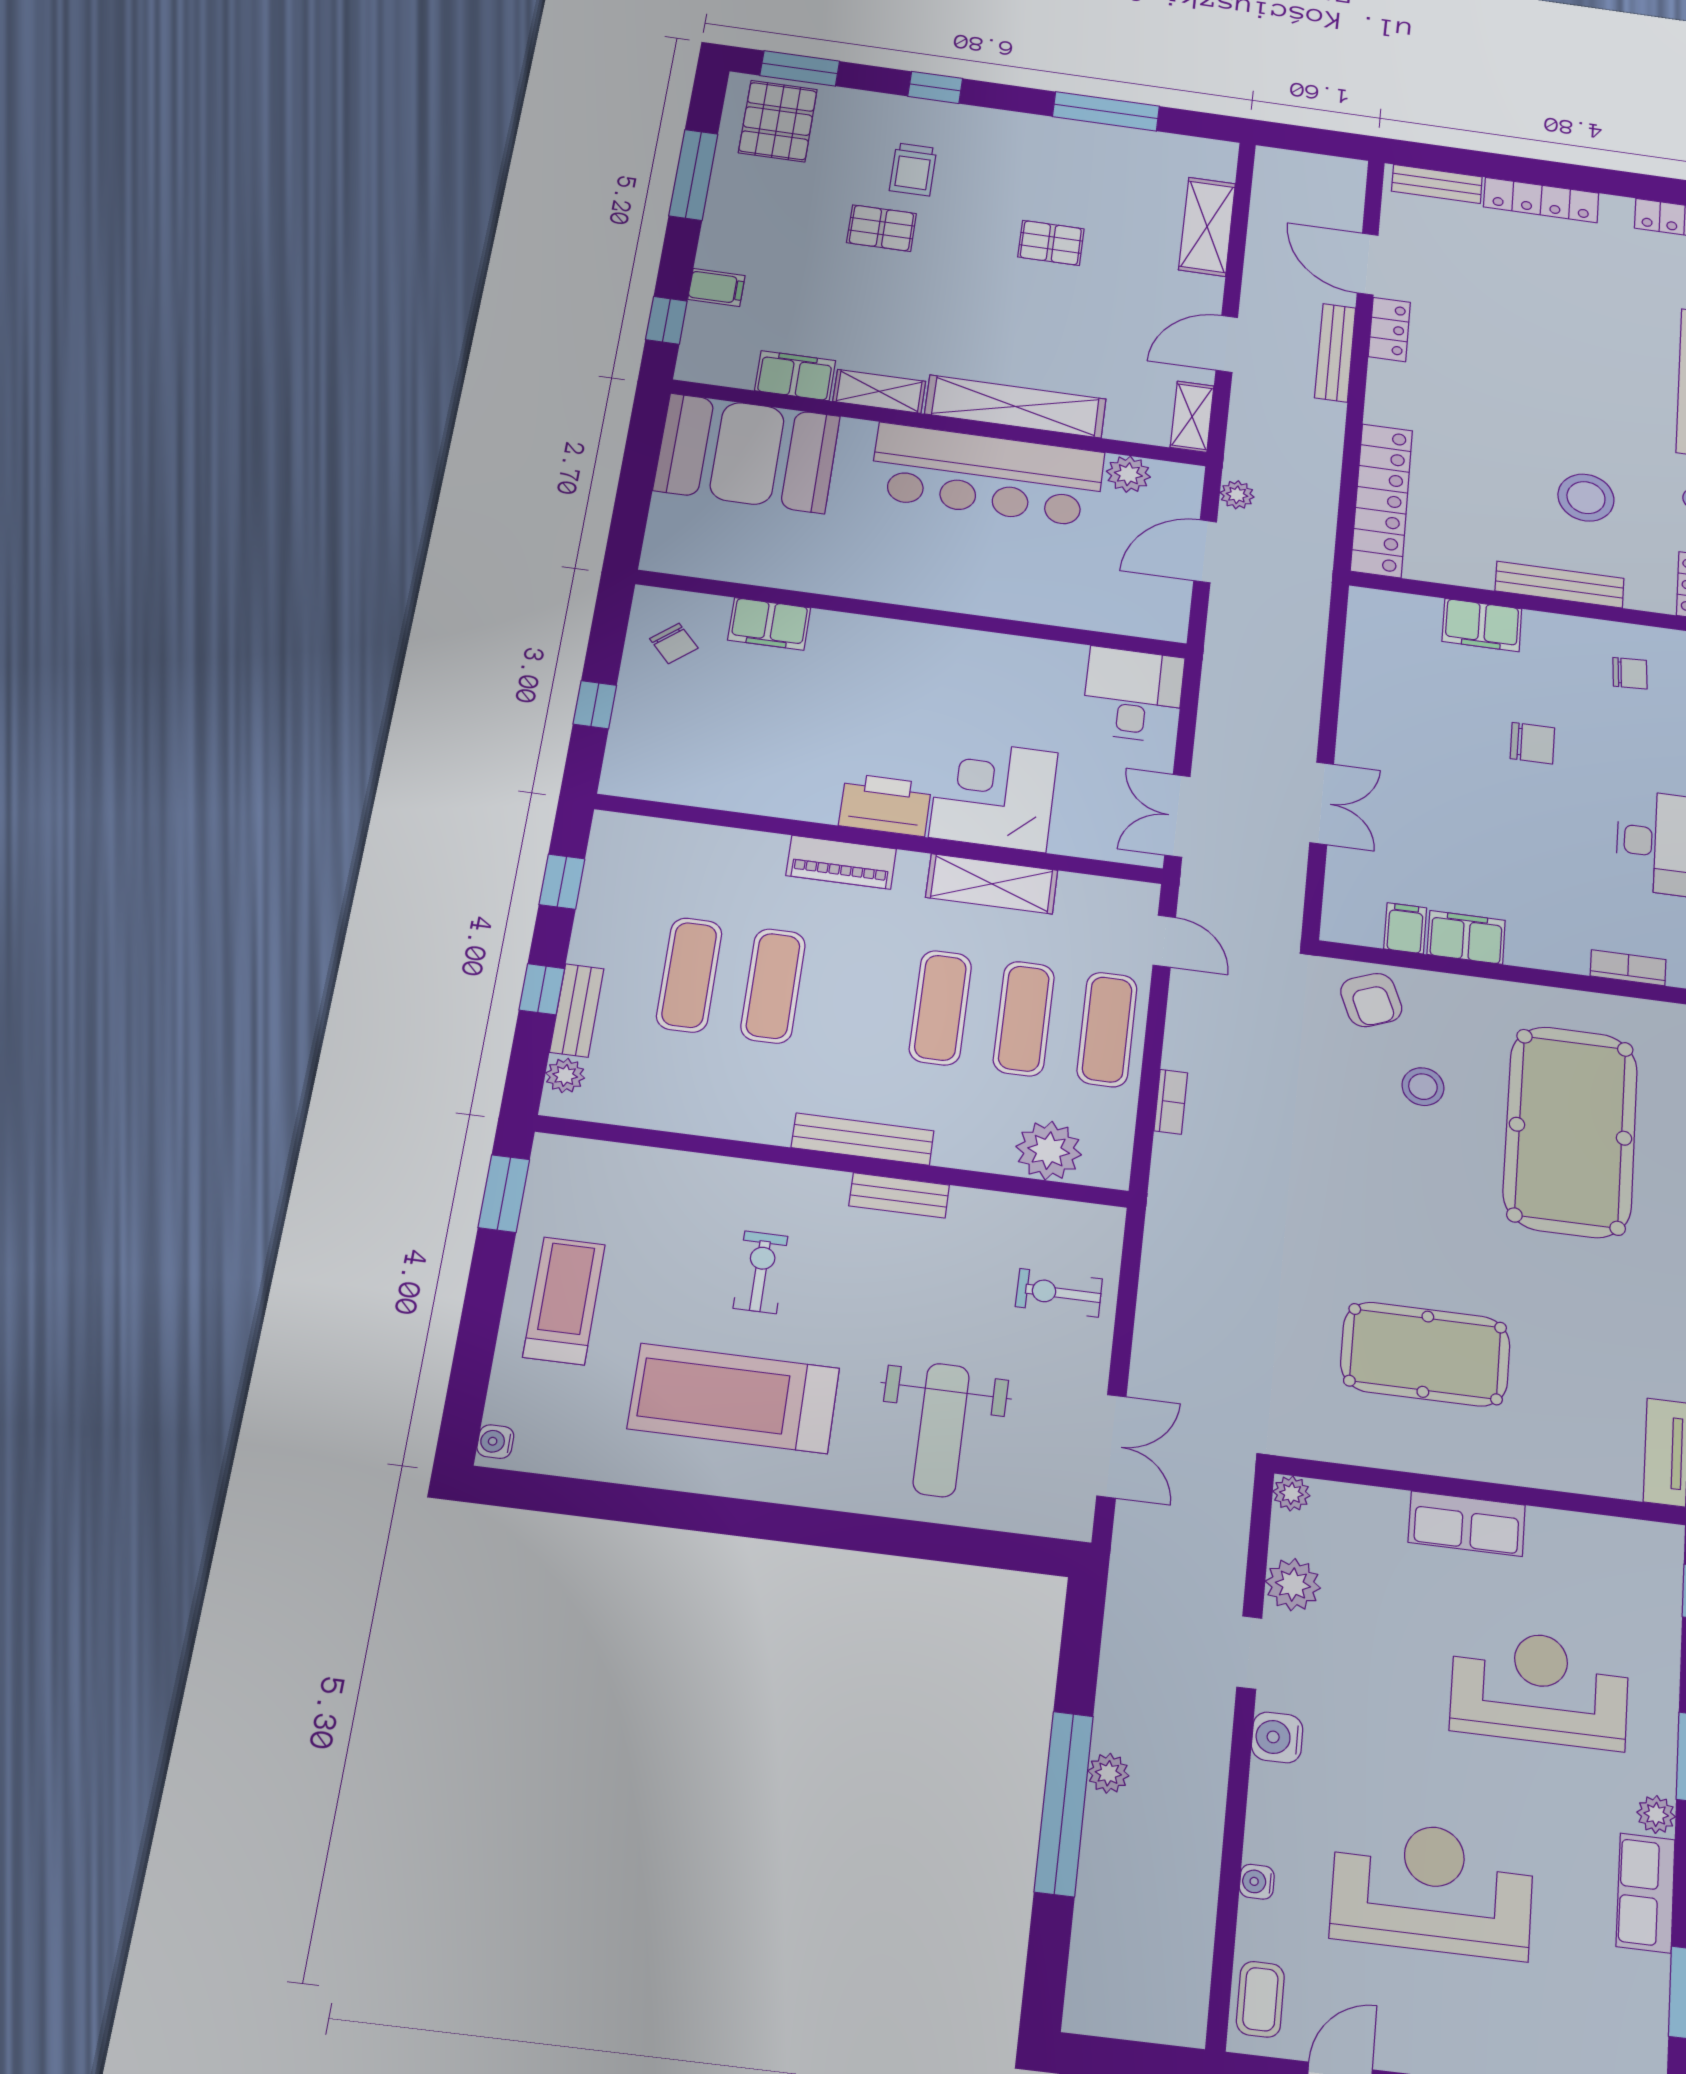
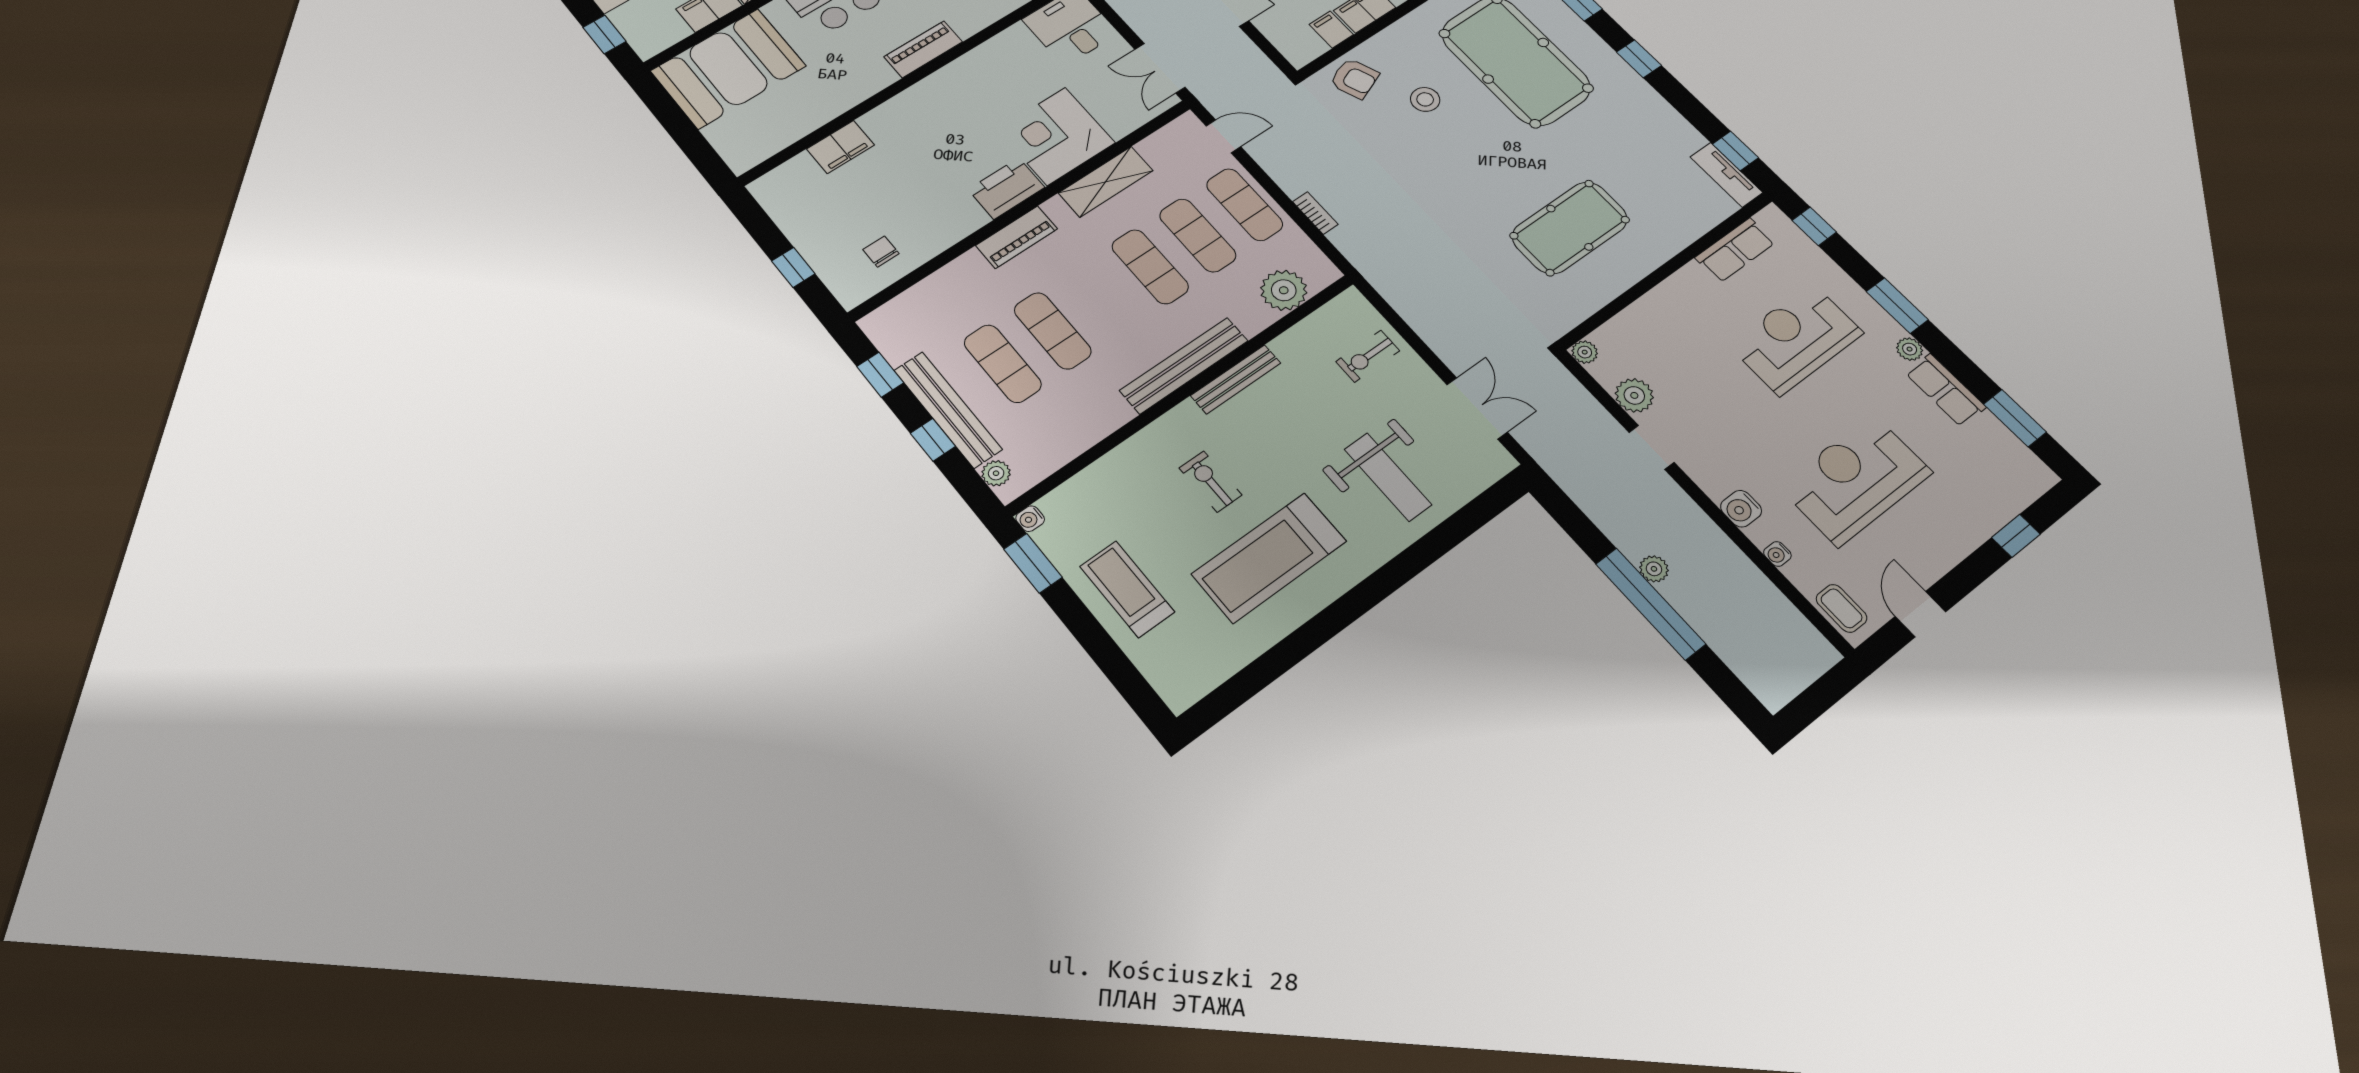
piano: (958, 594) -> (923, 49), added
chair: (674, 643) -> (881, 252), moved, turned -139
bench: (577, 1010) -> (948, 410), width x1.86, depth x1.21
bench: (863, 1139) -> (1184, 366), width x1.37, depth x1.21
bench: (899, 1195) -> (1236, 379), width x1.36
water cooler: (495, 1442) -> (1030, 519), moved
row of seats: (1467, 1524) -> (1735, 250), moved
water cooler: (1277, 1737) -> (1741, 509), moved

